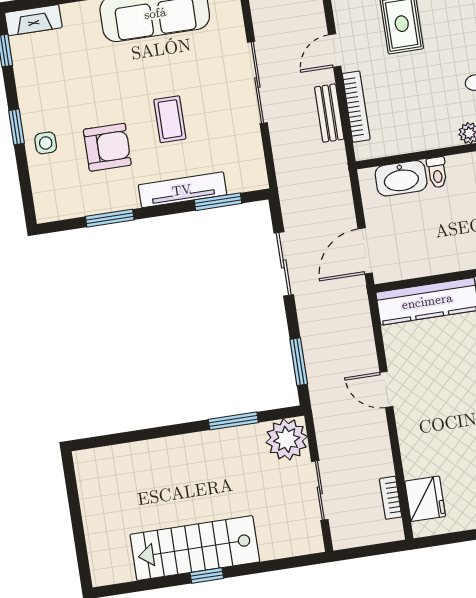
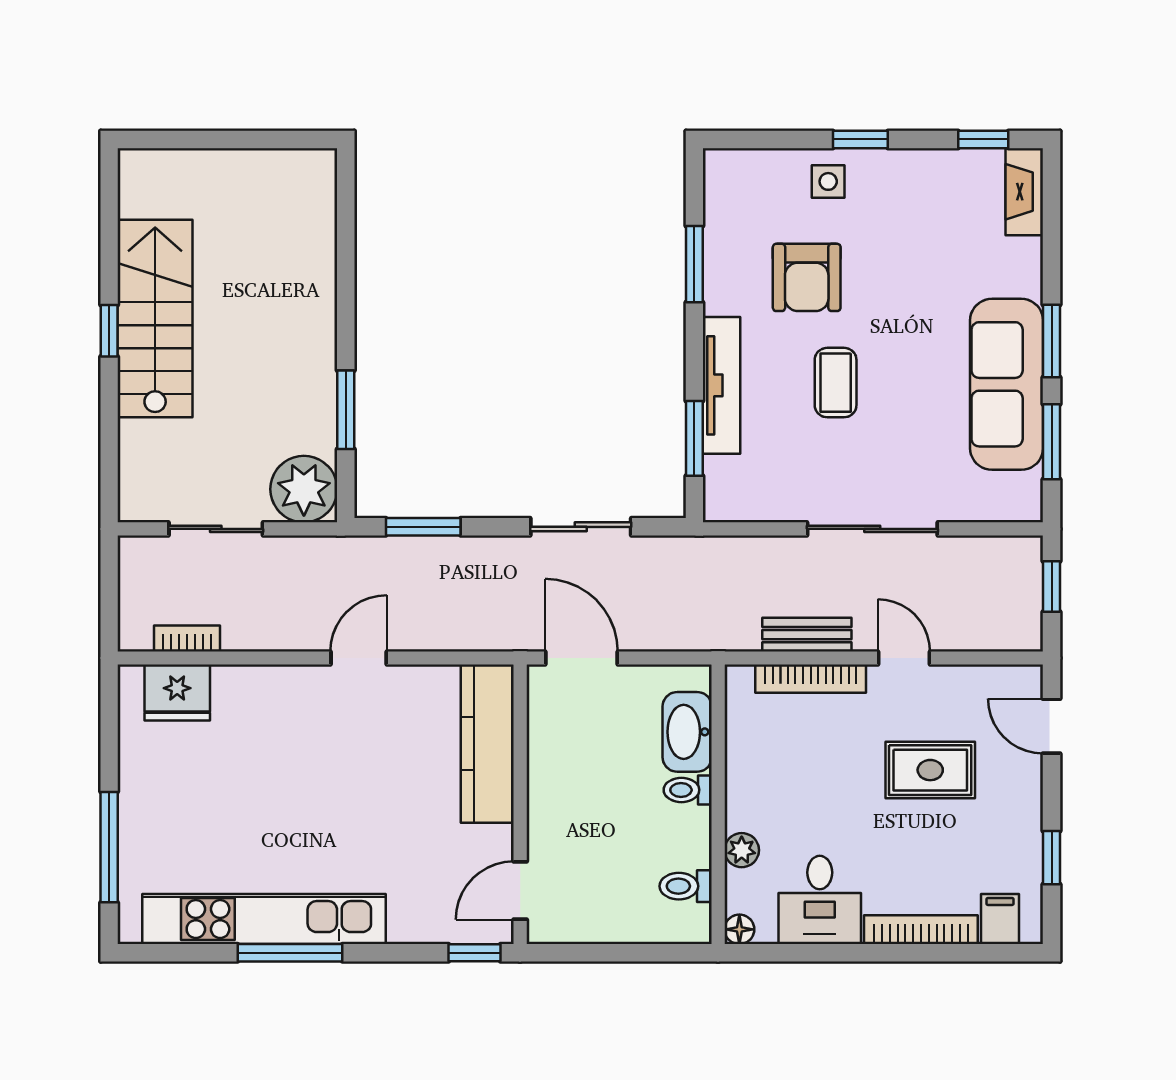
coffee table: (170, 119) -> (836, 383), turned 90

